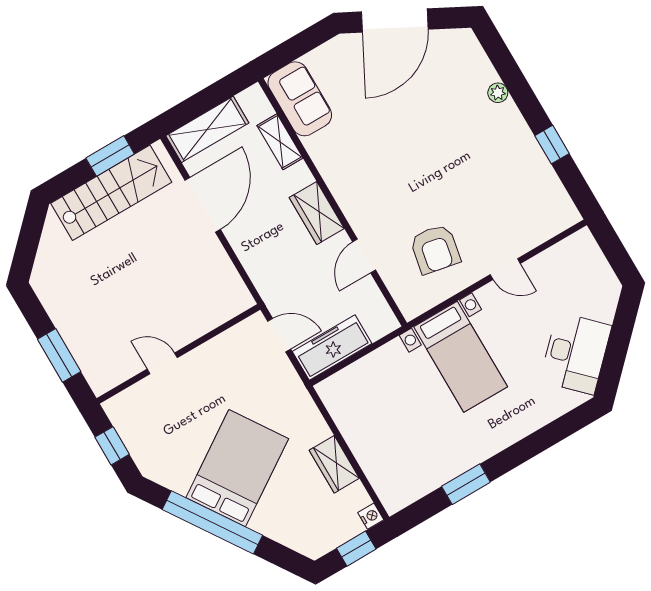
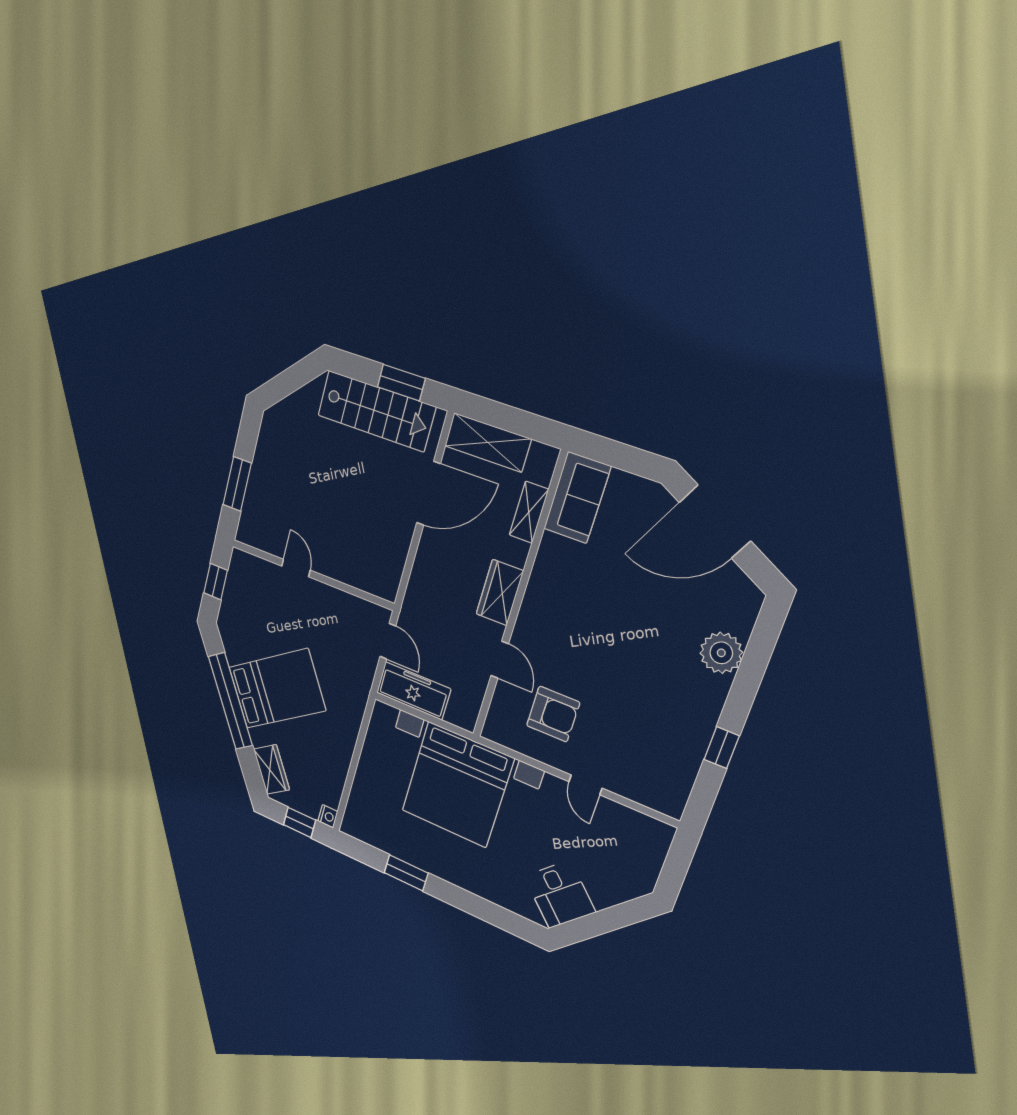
plant: (498, 93) -> (721, 653), width x1.87, depth x1.87
armchair: (435, 249) -> (553, 714), turned -101
door: (364, 256) -> (500, 660), swing flipped
desk: (576, 353) -> (560, 894), width x0.73
bed with nightstands: (461, 357) -> (457, 785), width x1.85
wardrobe: (334, 464) -> (272, 769), moved, turned 146

